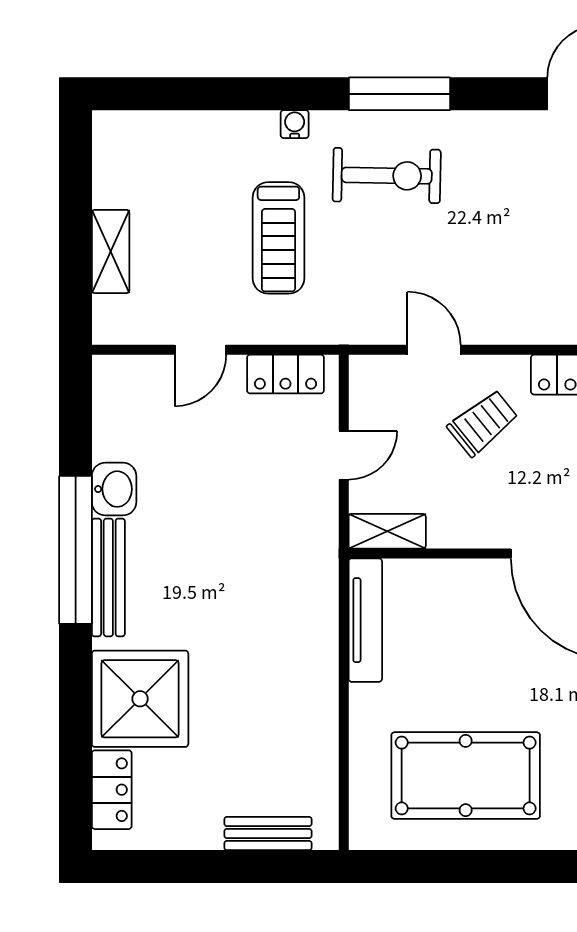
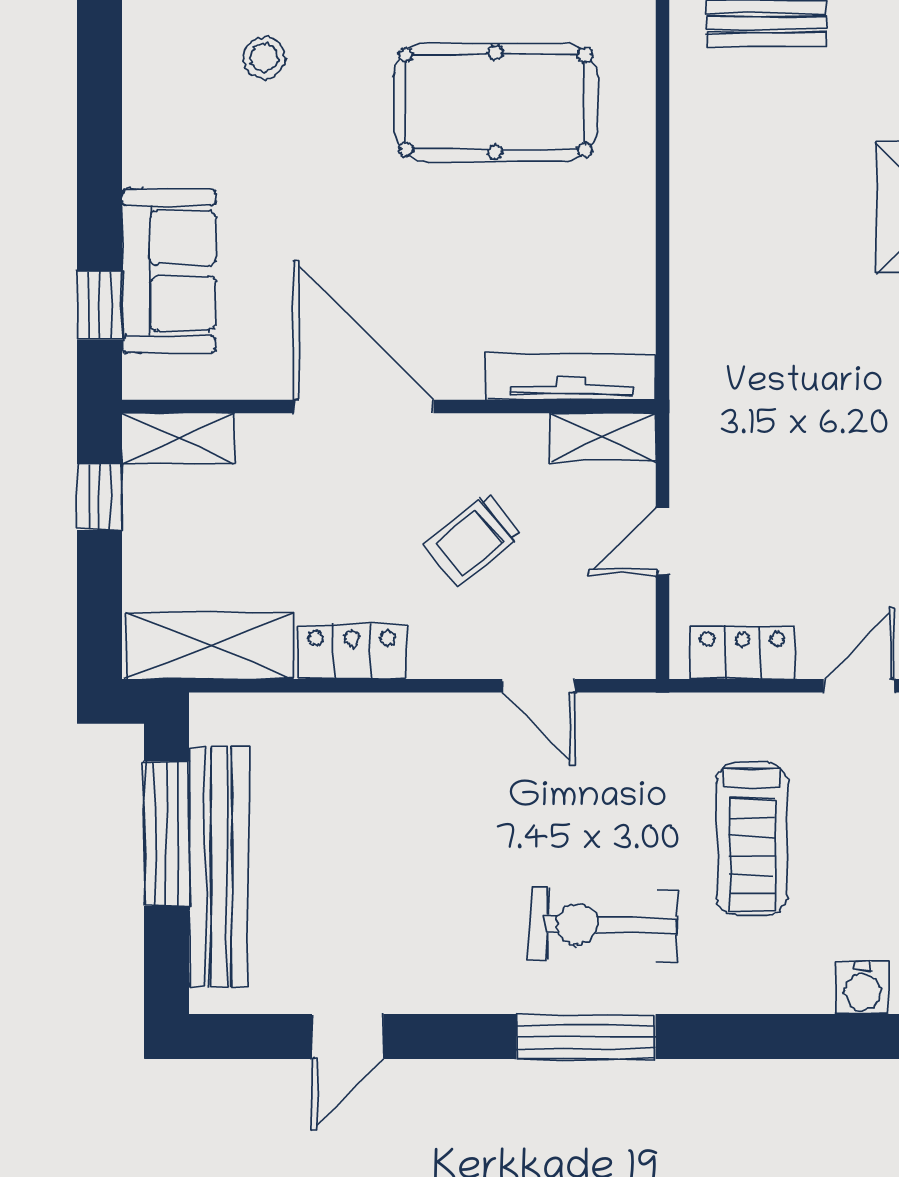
water cooler: (295, 124) -> (863, 988), moved, width x1.38, depth x1.38
treadmill: (278, 238) -> (752, 839), turned 180
trolley: (483, 423) -> (473, 539), moved
tv unit: (365, 620) -> (571, 377), moved, turned 90

